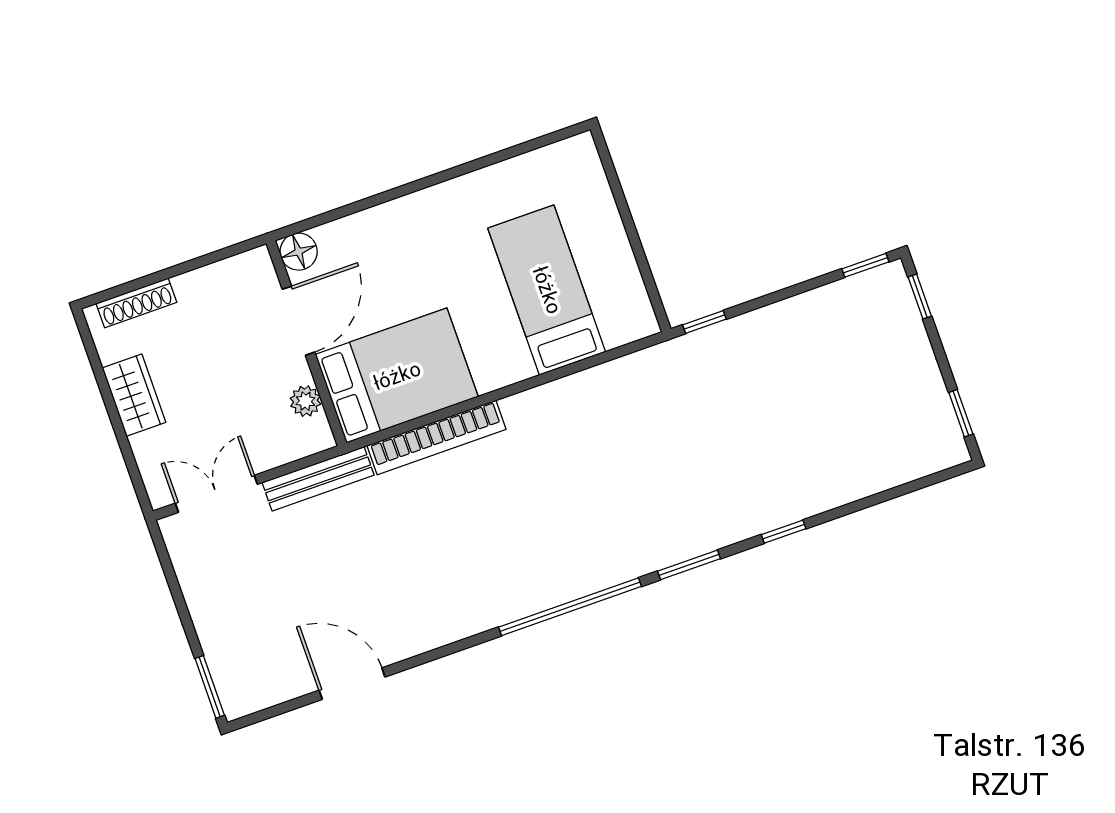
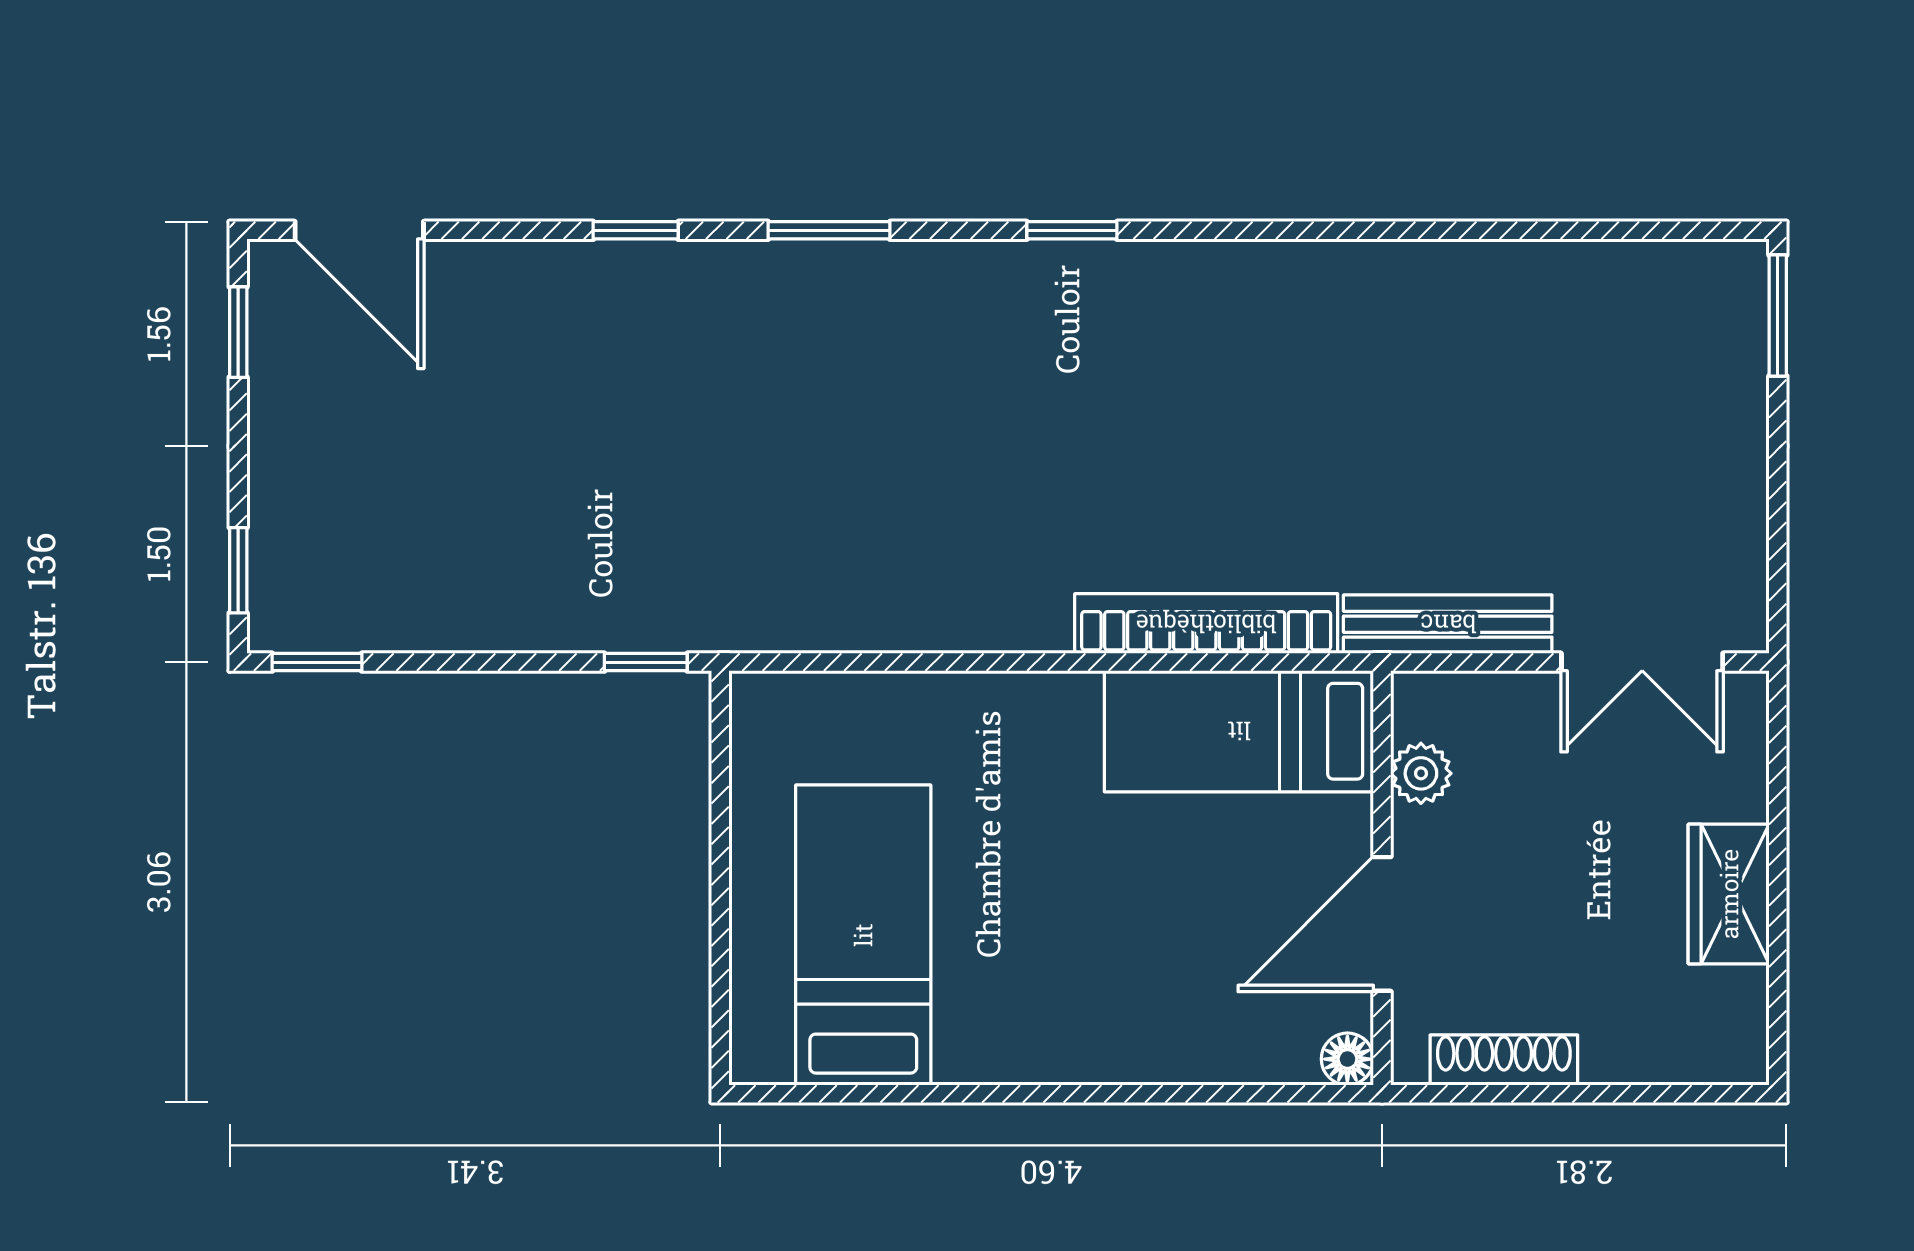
floor lamp: (299, 252) -> (1347, 1059), width x0.73, depth x0.73
bed: (547, 290) -> (863, 935), moved, turned 180
shoe rack: (136, 303) -> (1504, 1060), moved
bed: (397, 376) -> (1239, 731), width x0.67
window: (570, 607) -> (1072, 230), width x0.32
door: (352, 684) -> (359, 230), moved

